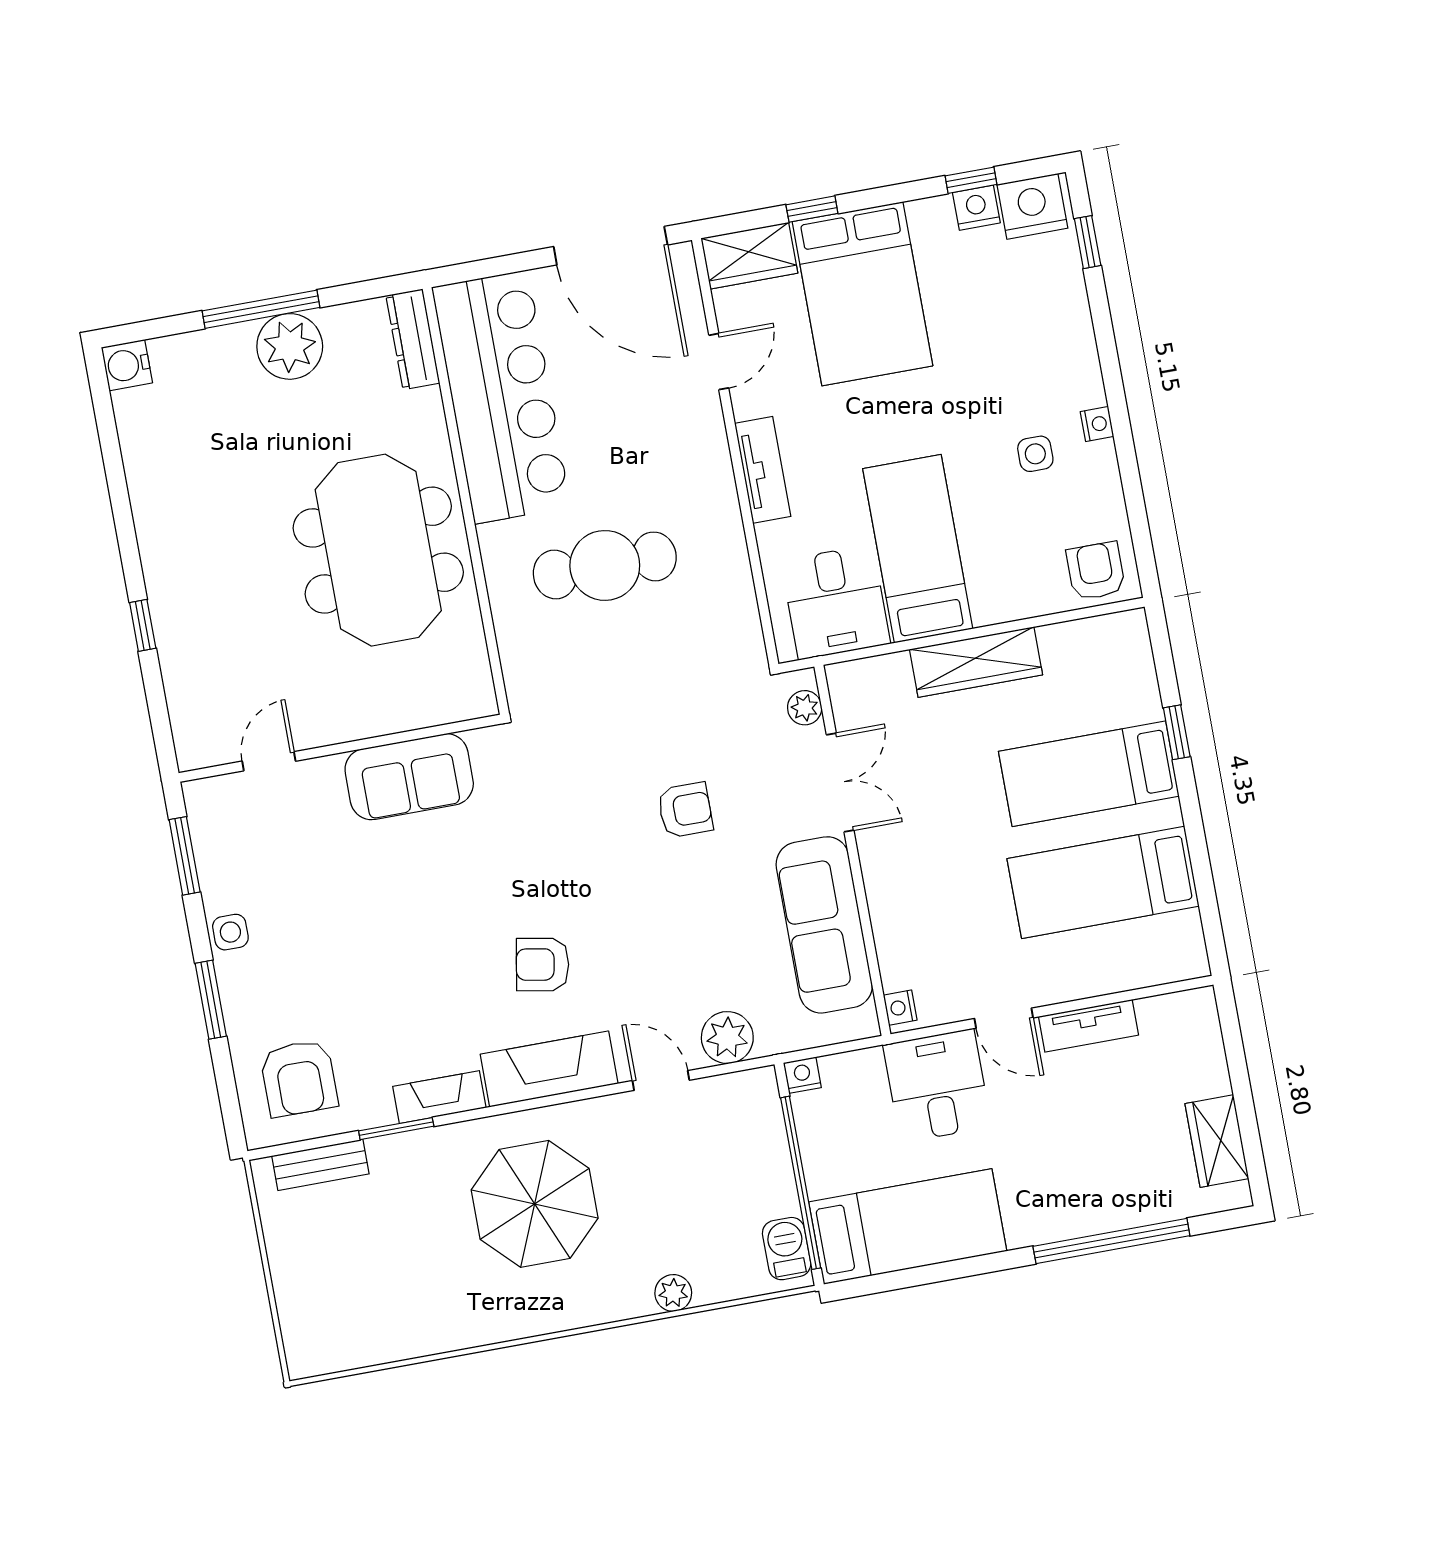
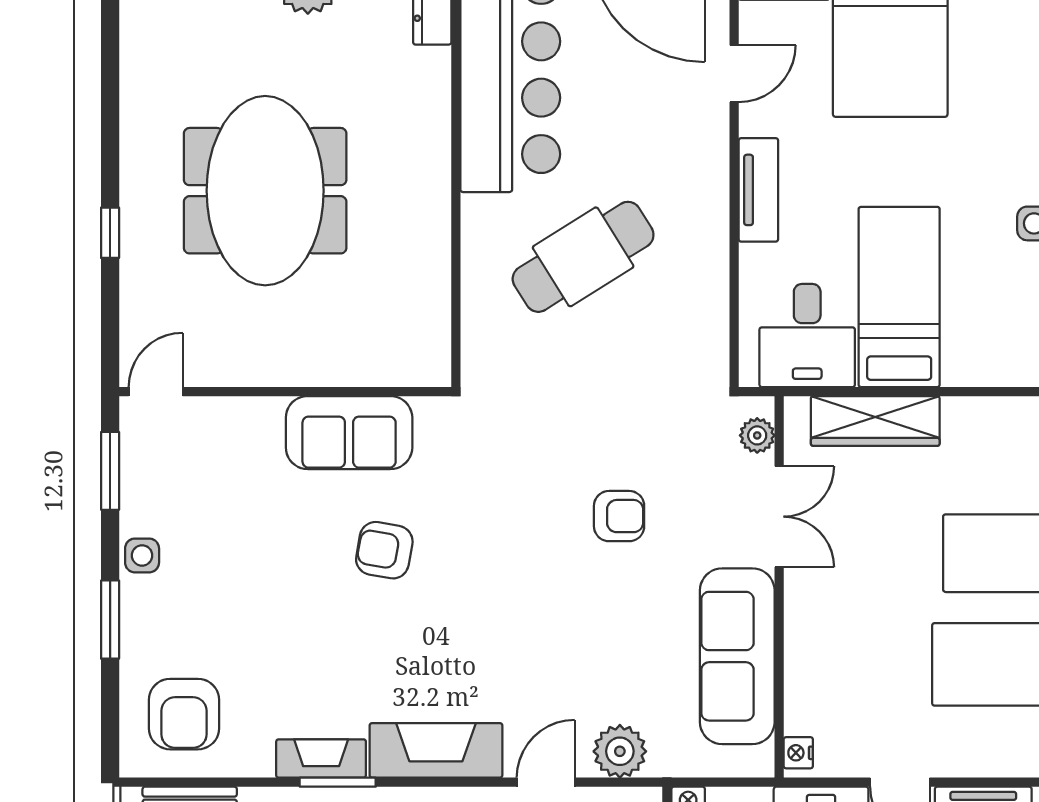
meeting table: (378, 550) -> (265, 191), moved
cafe table: (605, 565) -> (583, 257), turned -32
wardrobe: (976, 662) -> (875, 421), moved
door: (269, 761) -> (156, 392), moved
armchair: (543, 964) -> (384, 550), moved
door: (661, 1080) -> (546, 782), hinge flipped
window: (396, 1129) -> (338, 782), moved

